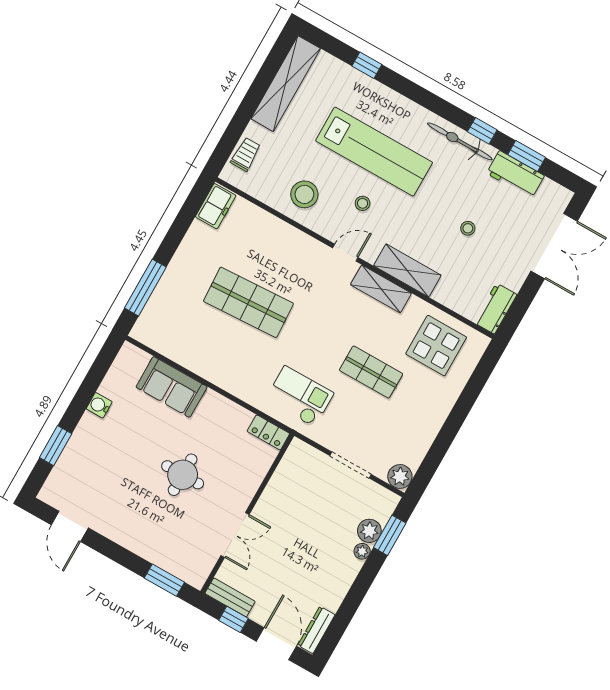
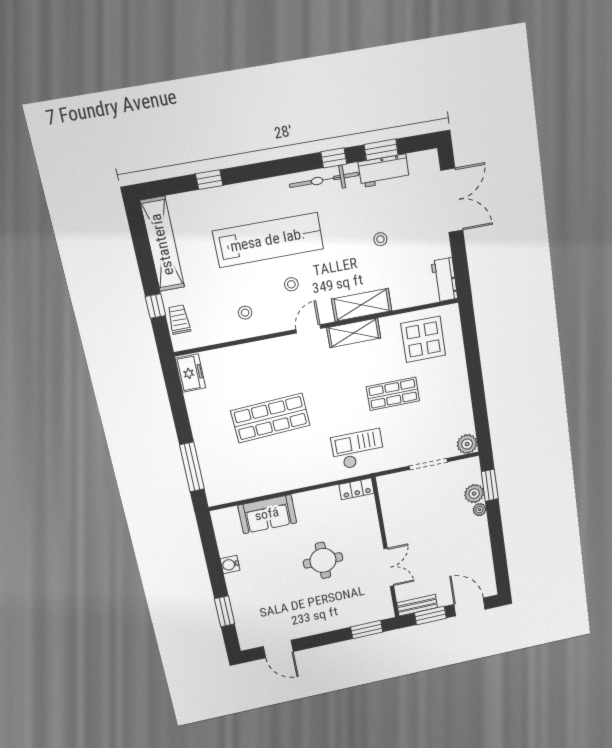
window: (236, 127) -> (155, 306), added
stool: (304, 194) -> (245, 313), width x0.53, depth x0.53
window: (234, 619) -> (430, 615), width x1.50
dresser: (316, 630) -> (488, 579), removed

